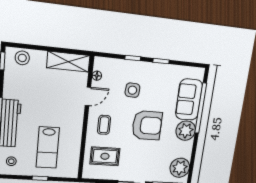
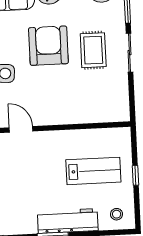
coffee table: (104, 125) -> (55, 103), removed
rug: (105, 156) -> (93, 50), moved

